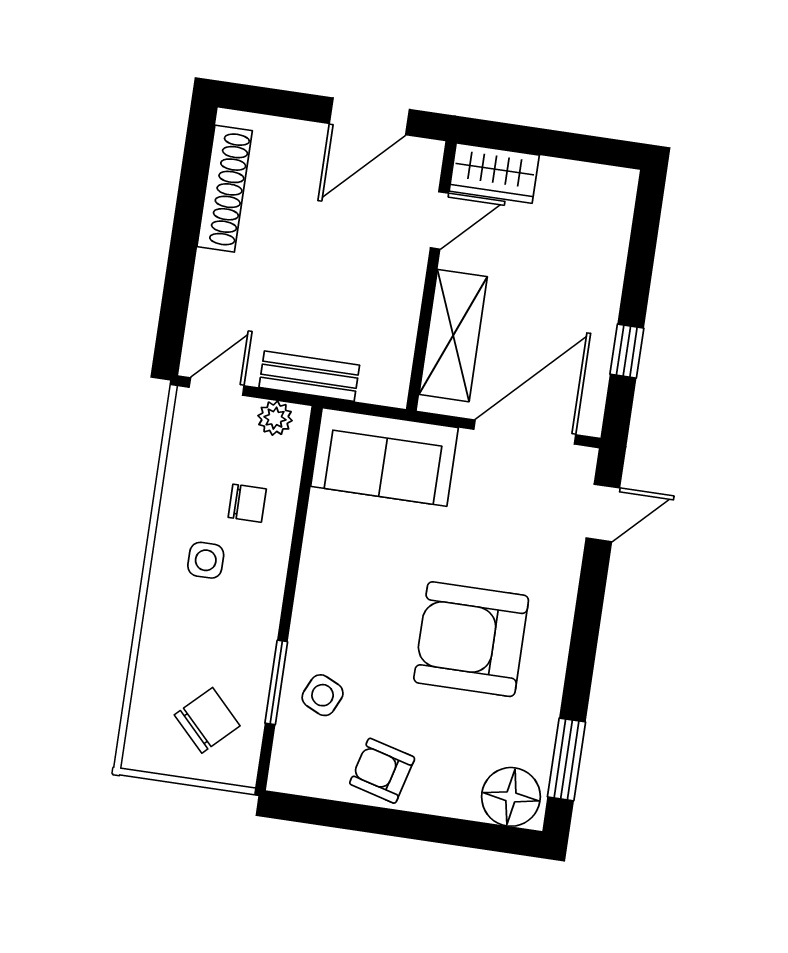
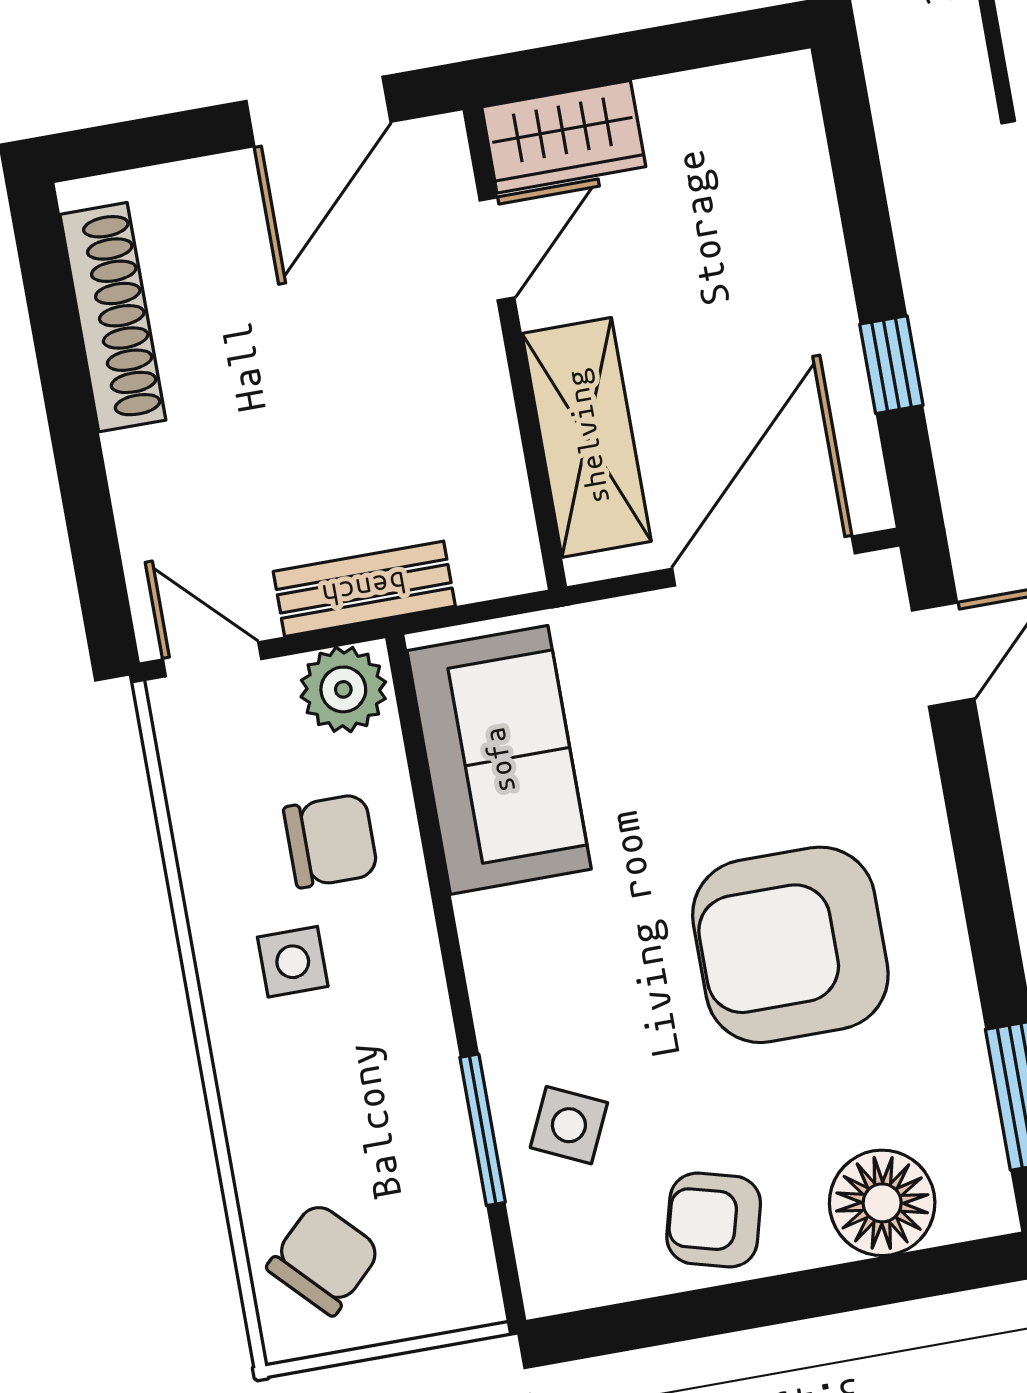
door: (217, 387) -> (212, 659), hinge flipped
plant: (275, 418) -> (343, 689), width x1.38, depth x1.38
sofa: (384, 457) -> (499, 760), moved, turned -90
chair: (247, 503) -> (331, 841), width x1.37, depth x1.37
chair: (207, 720) -> (324, 1259), moved
floor lamp: (511, 797) -> (882, 1203), moved

